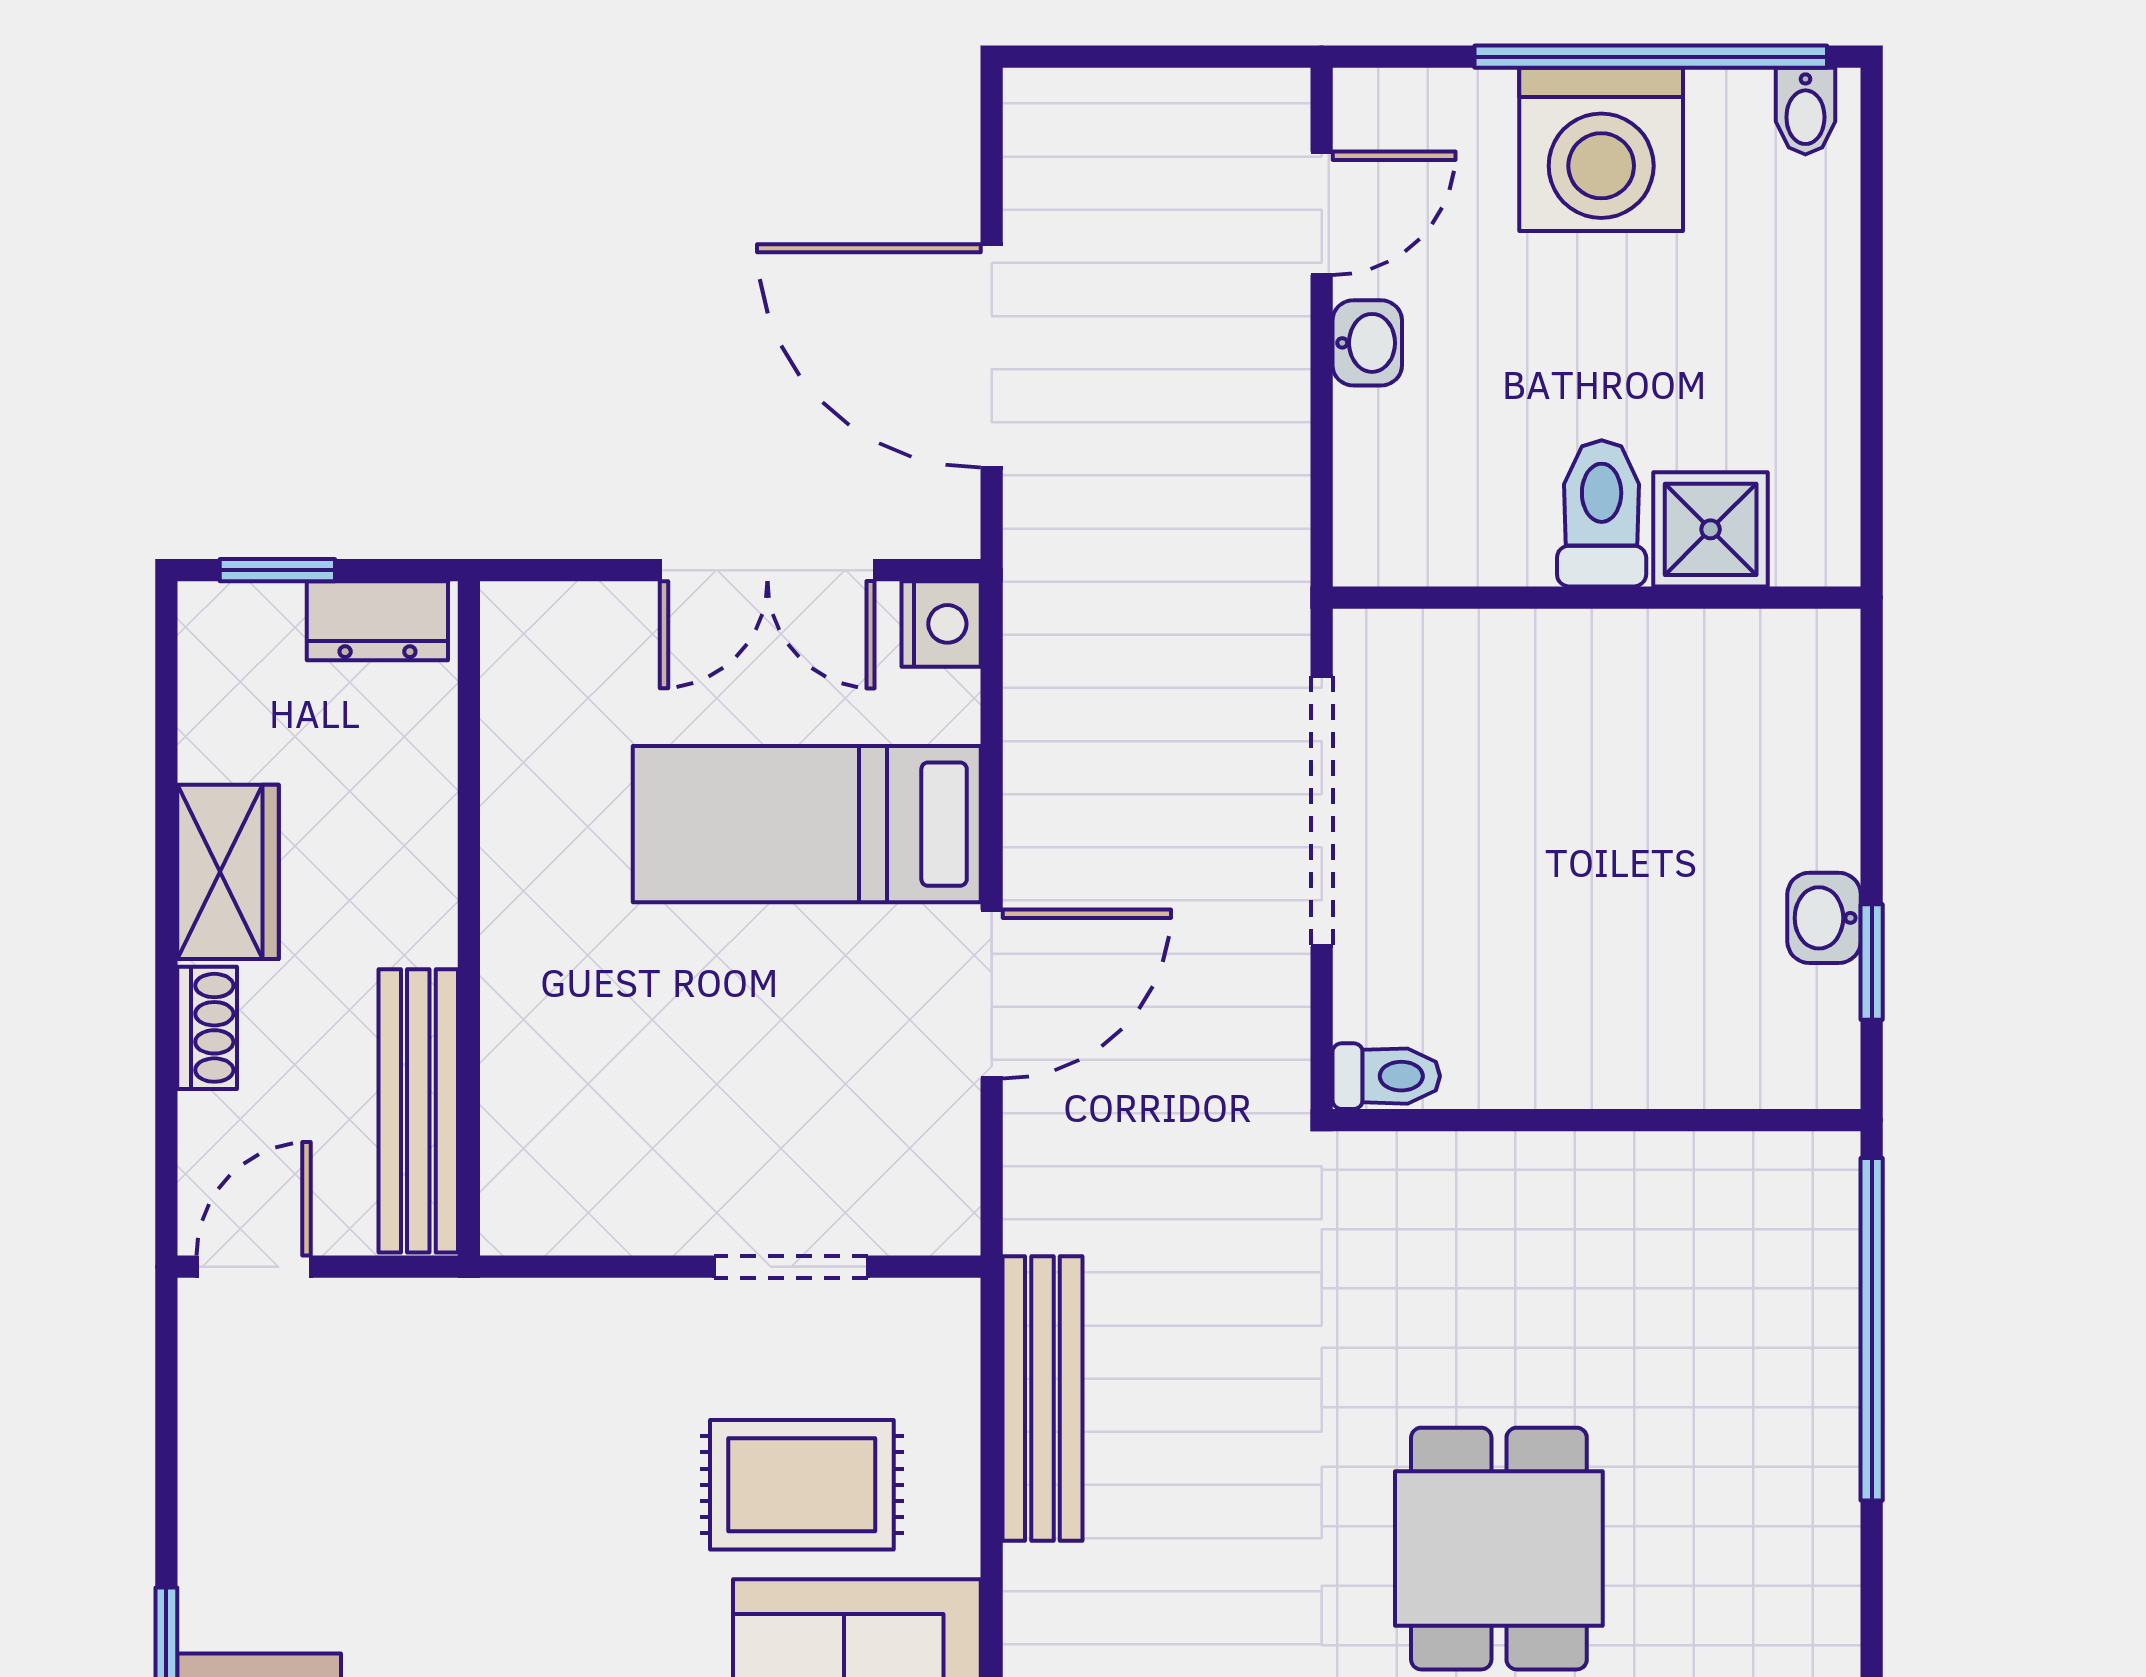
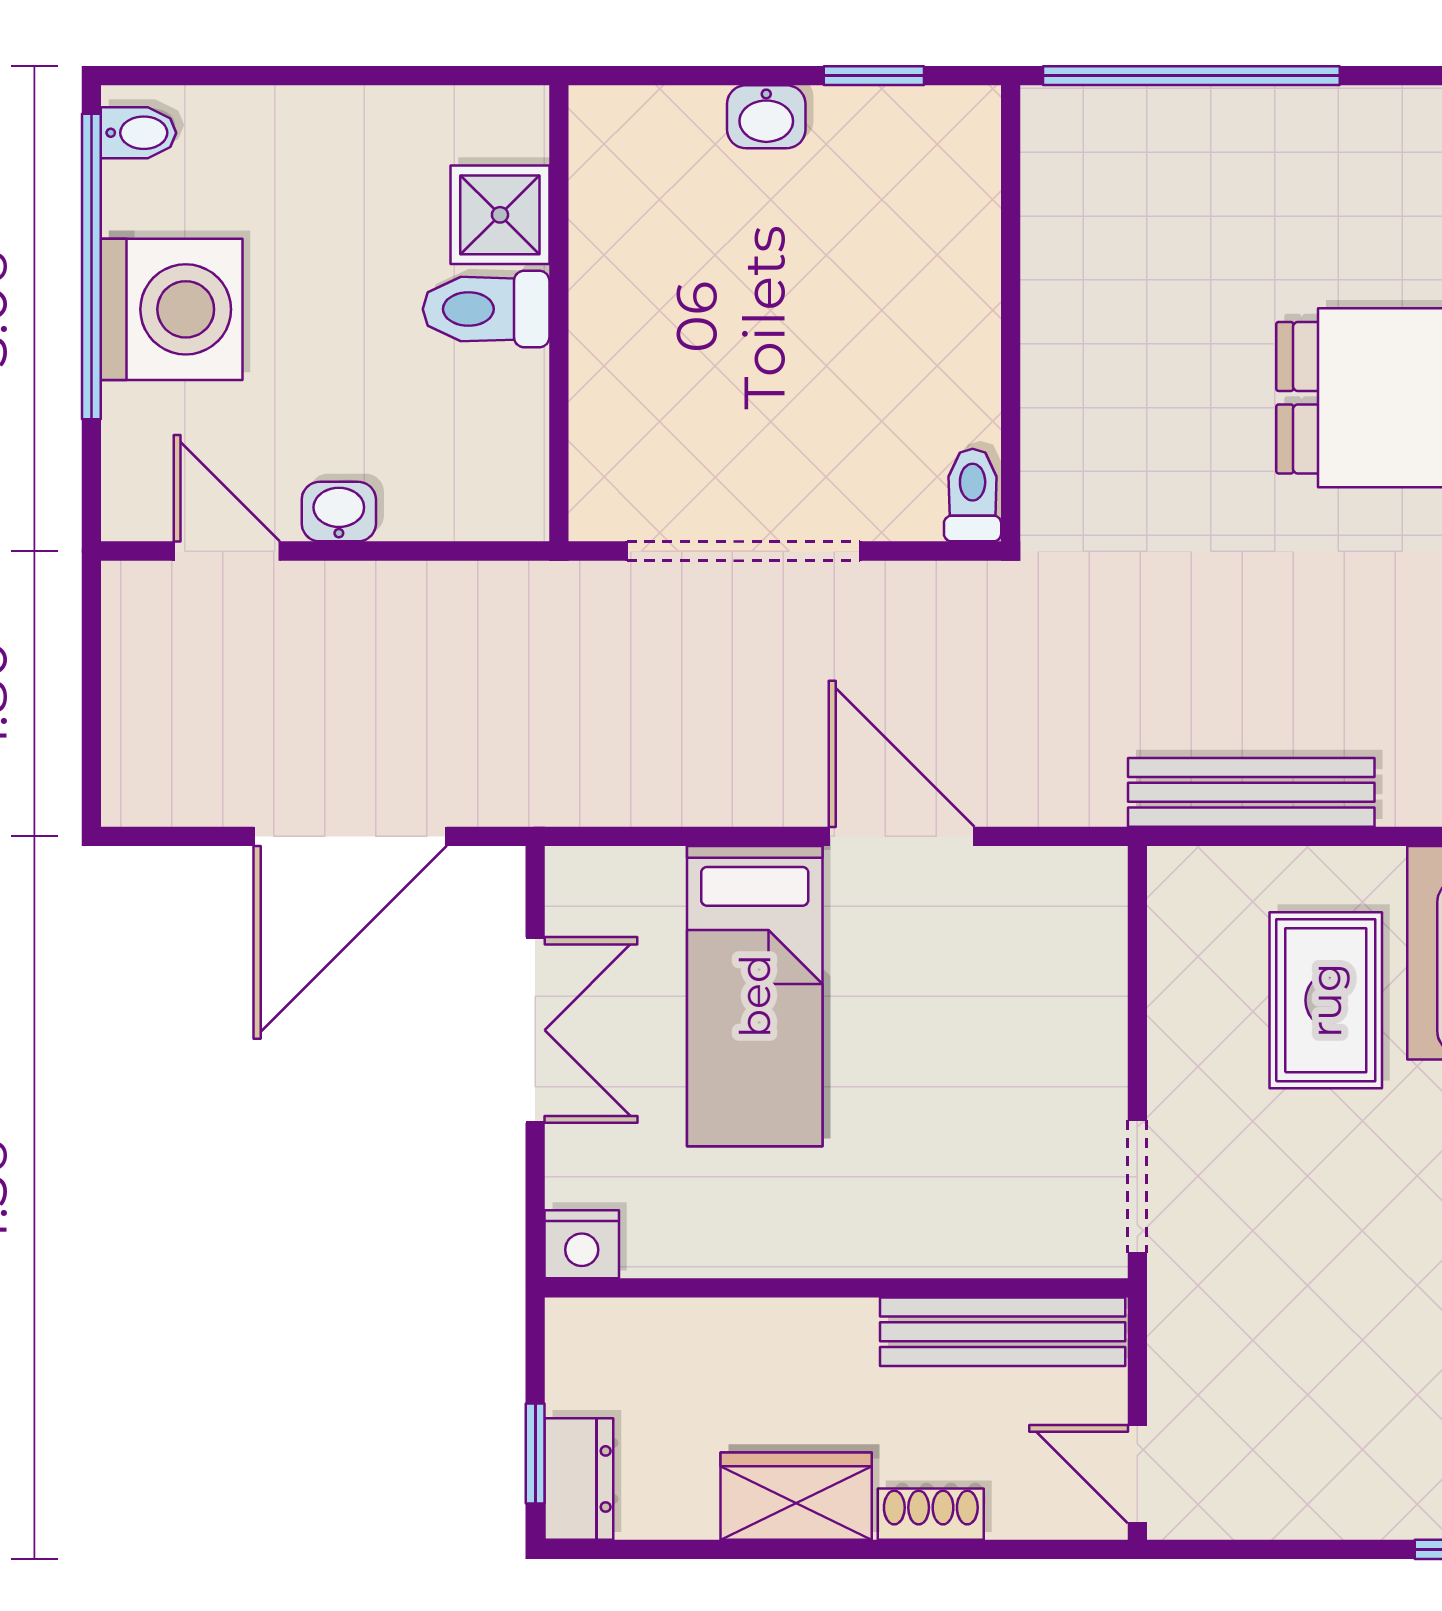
dresser: (377, 621) -> (579, 1479), moved
nightstand: (941, 624) -> (582, 1244), moved, turned 180
washbasin: (1824, 918) -> (766, 117), moved
doorway: (791, 1267) -> (1137, 1187), moved

